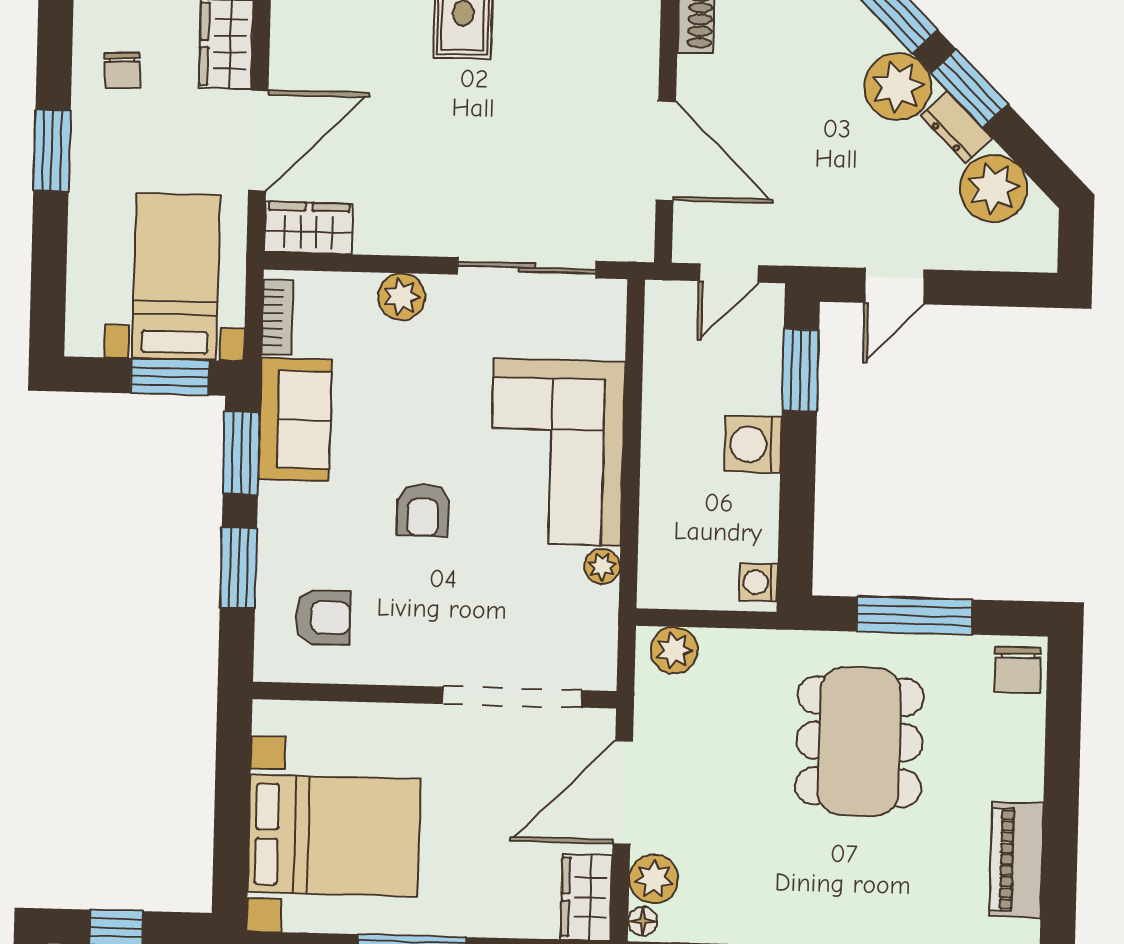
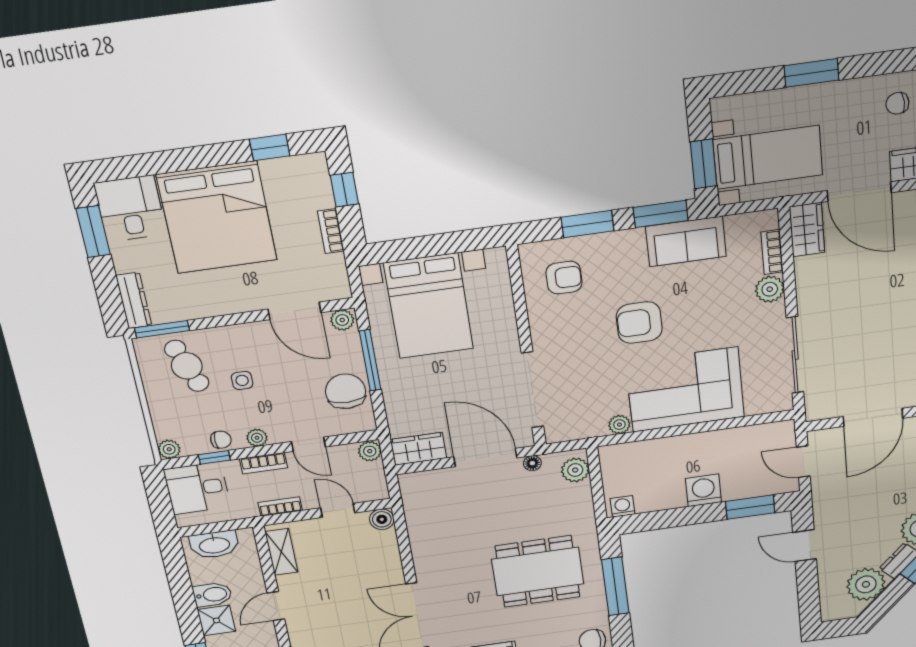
window: (52, 151) -> (811, 73), moved
bookcase: (277, 317) -> (772, 252), moved, turned 90
armchair: (423, 510) -> (639, 323), width x1.38, depth x1.38
armchair: (323, 617) -> (564, 278), turned -90
plant: (654, 879) -> (437, 482), removed
floor lamp: (643, 921) -> (532, 463), moved

